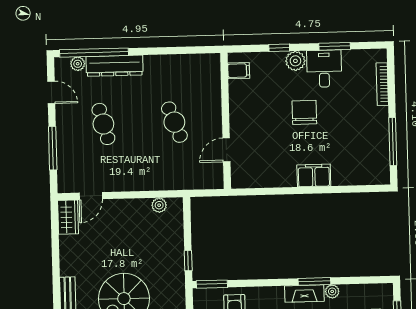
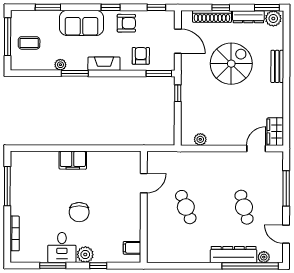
fireplace: (304, 294) -> (104, 64), moved

